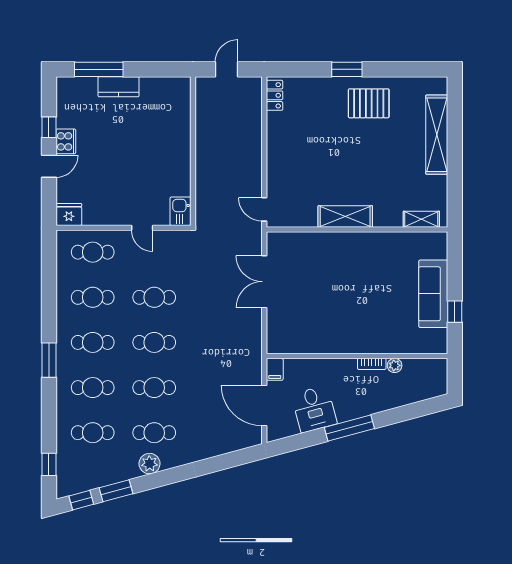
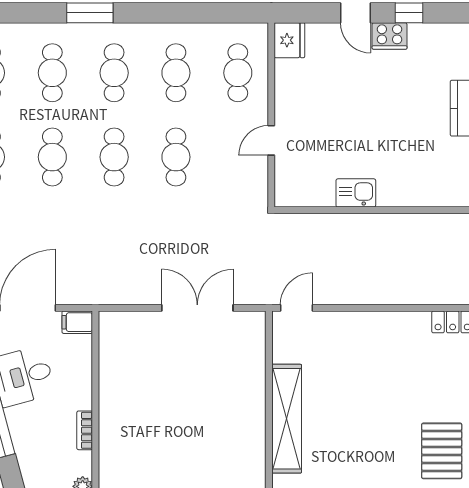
kitchen sink: (180, 211) -> (356, 193), moved
shelving: (345, 217) -> (287, 419), width x1.47
bookcase: (372, 364) -> (85, 430), moved

